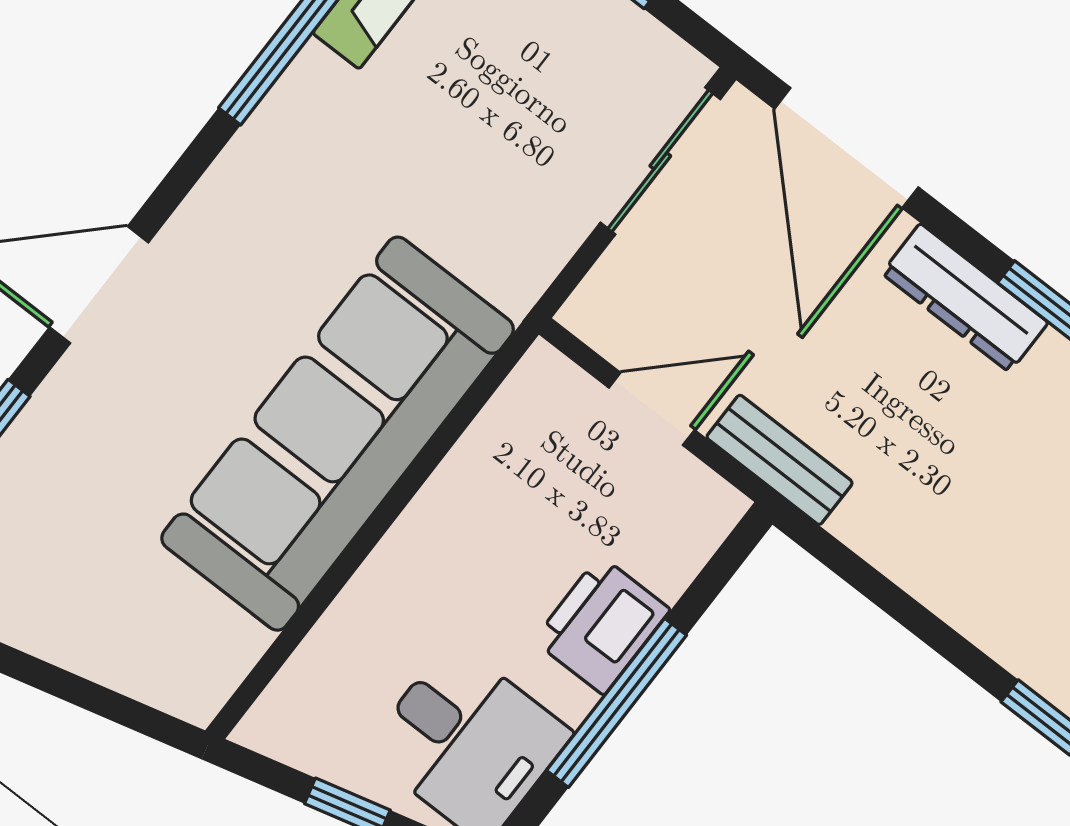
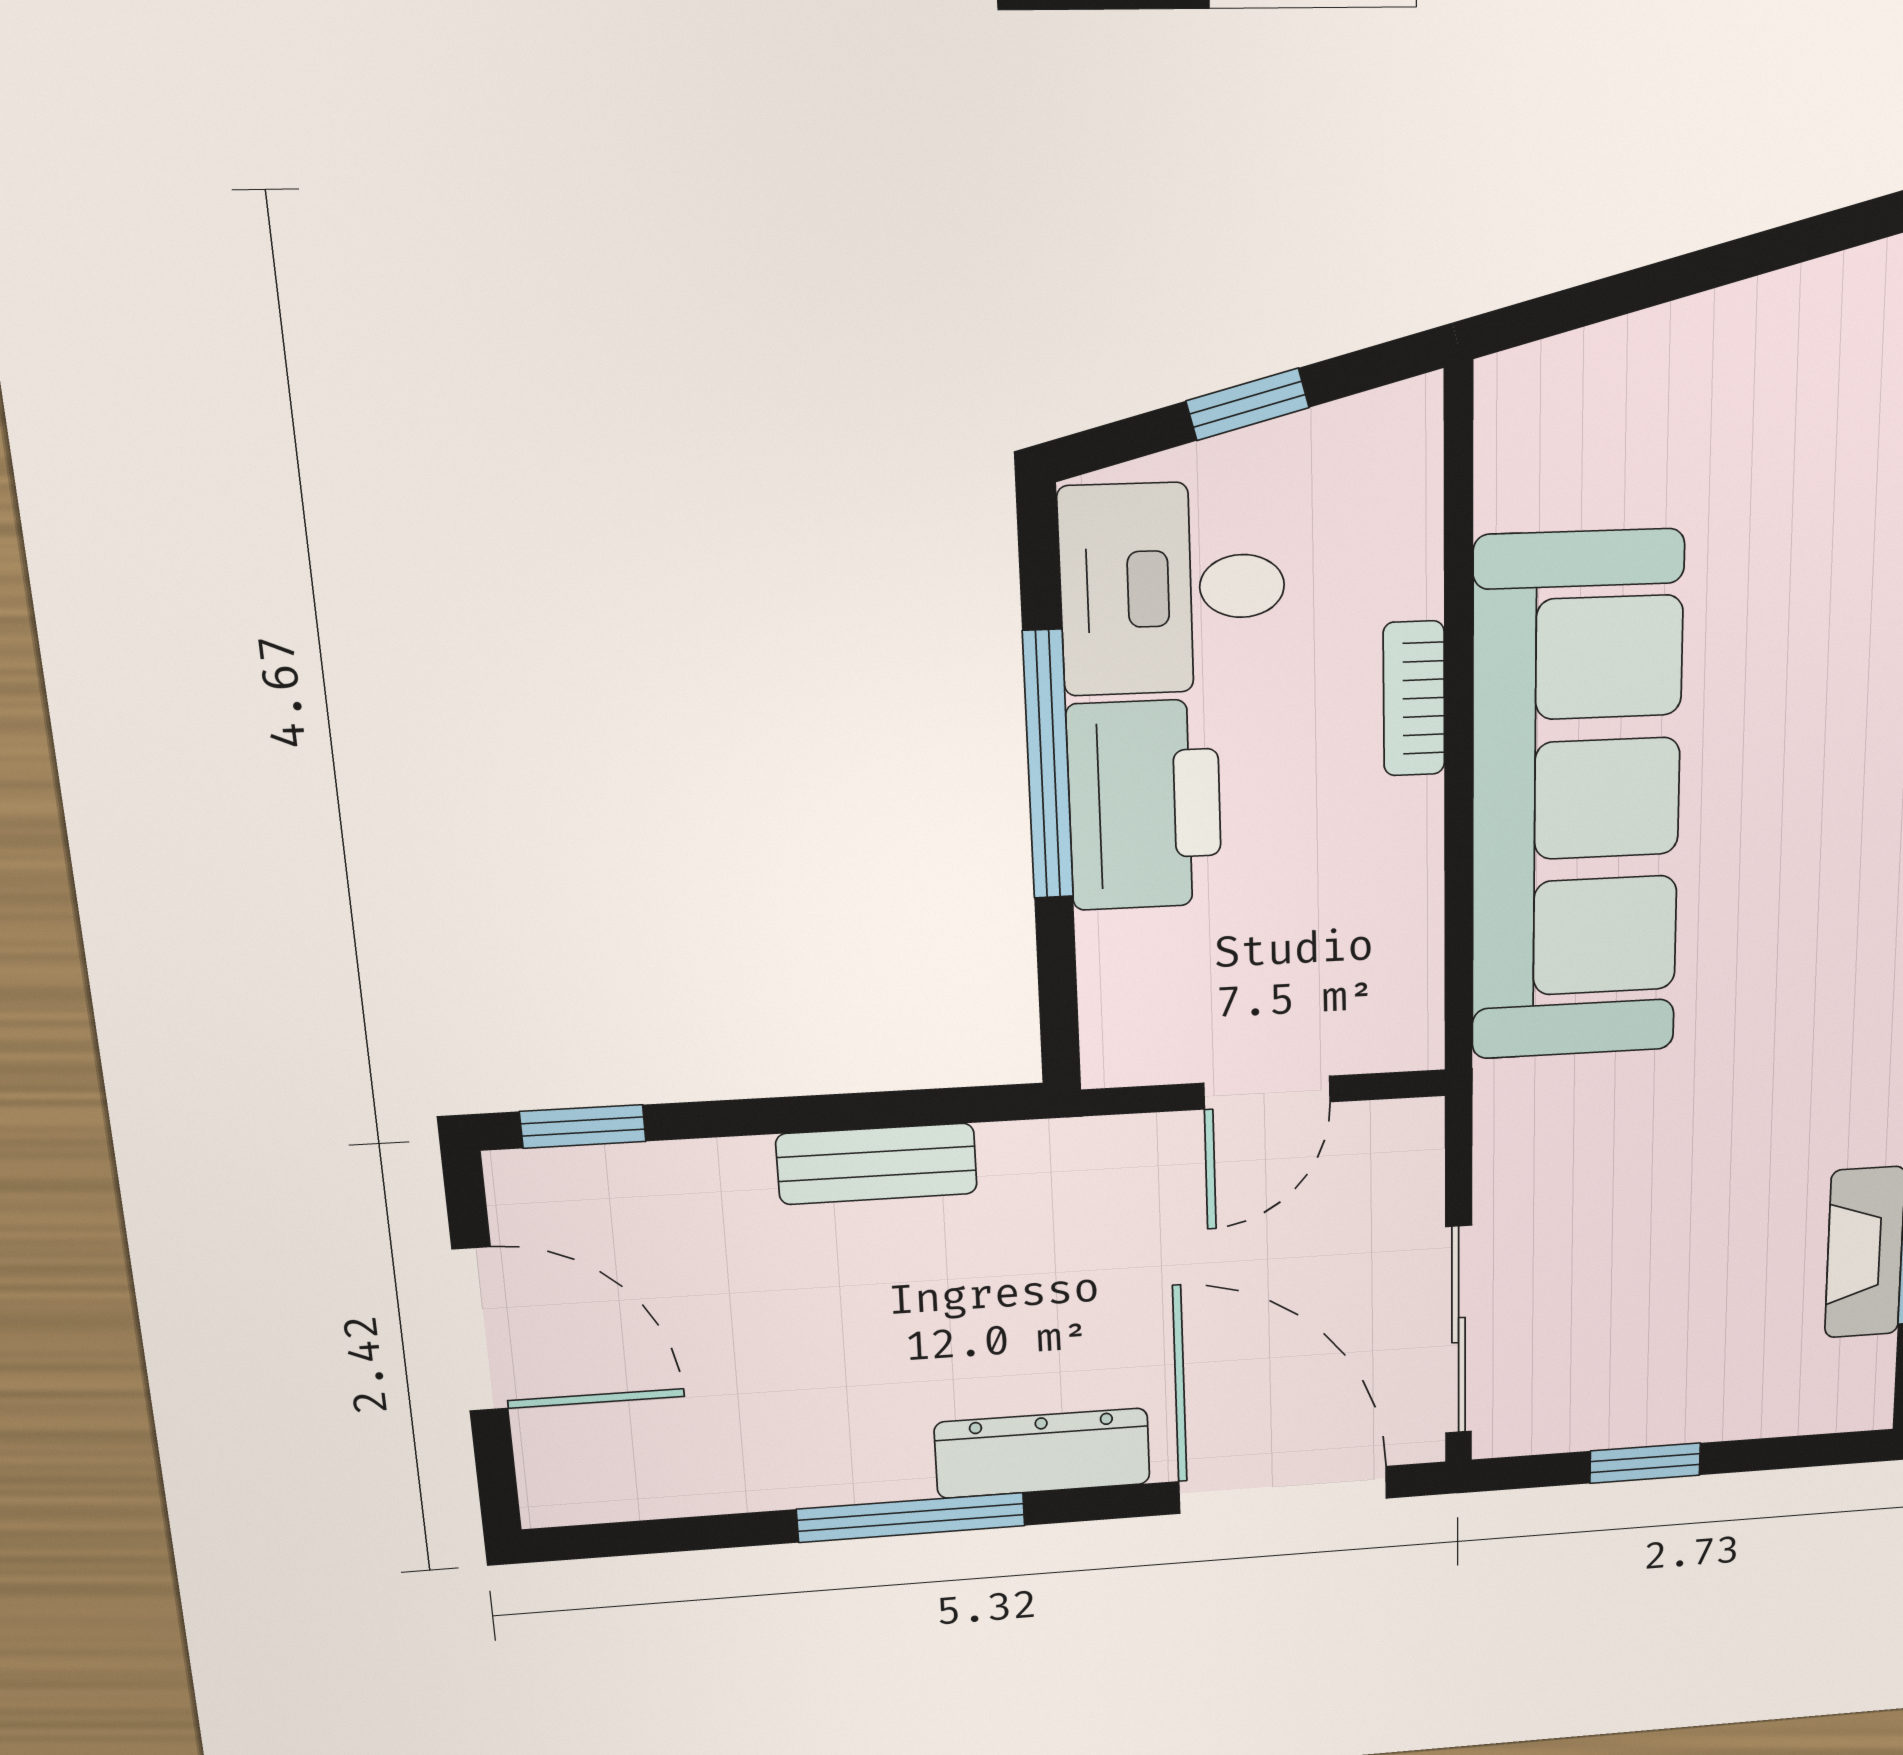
bench: (780, 460) -> (877, 1164), moved
bookcase: (384, 570) -> (1414, 699), added
printer: (602, 625) -> (1145, 805), width x1.37, depth x1.19

